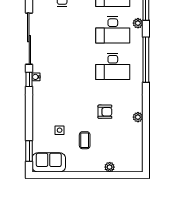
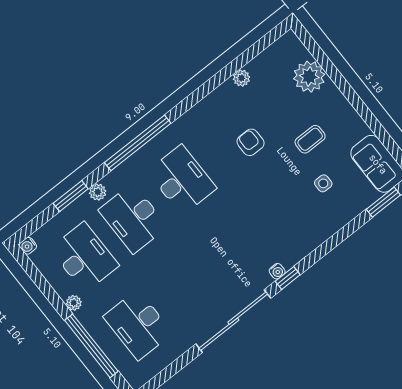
desk: (113, 30) -> (133, 218), turned 180
plant: (138, 117) -> (241, 78), moved
plant: (110, 167) -> (309, 77), width x1.87, depth x1.87

